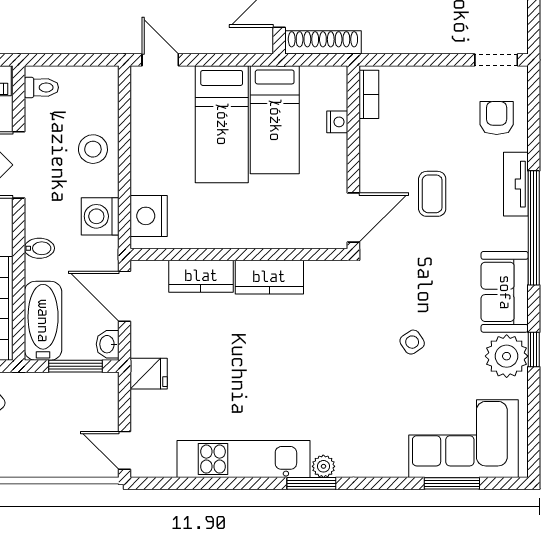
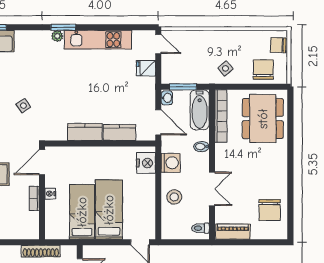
shoe rack: (323, 42) -> (41, 251), moved
bookcase: (369, 94) -> (34, 199), moved
nightstand: (337, 122) -> (50, 194), moved
side table: (412, 342) -> (23, 106), moved
fridge: (149, 374) -> (146, 68), moved

